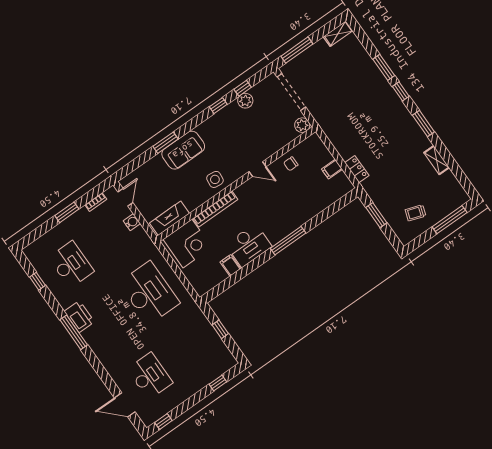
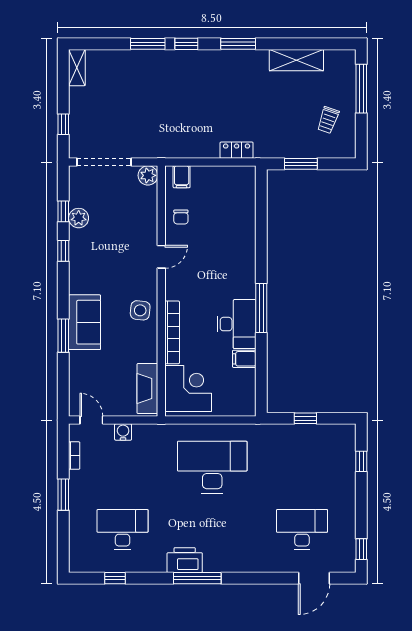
window: (297, 50) -> (63, 124), width x0.46
shelving: (437, 160) -> (296, 60), width x1.50, depth x1.33
filing cabinet: (332, 169) -> (182, 177), moved
window: (288, 241) -> (261, 308), moved

